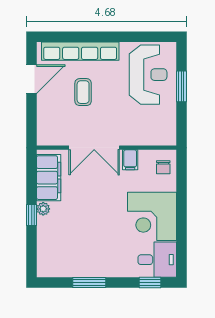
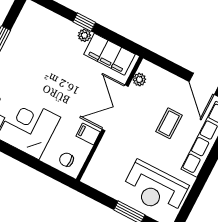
coffee table: (83, 92) -> (169, 123), turned 90
plant: (58, 139) -> (139, 80), added

